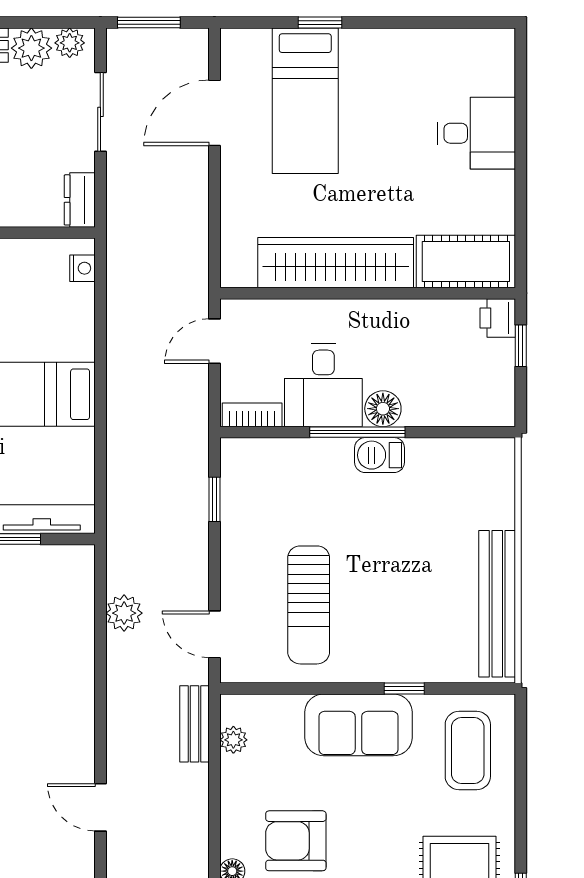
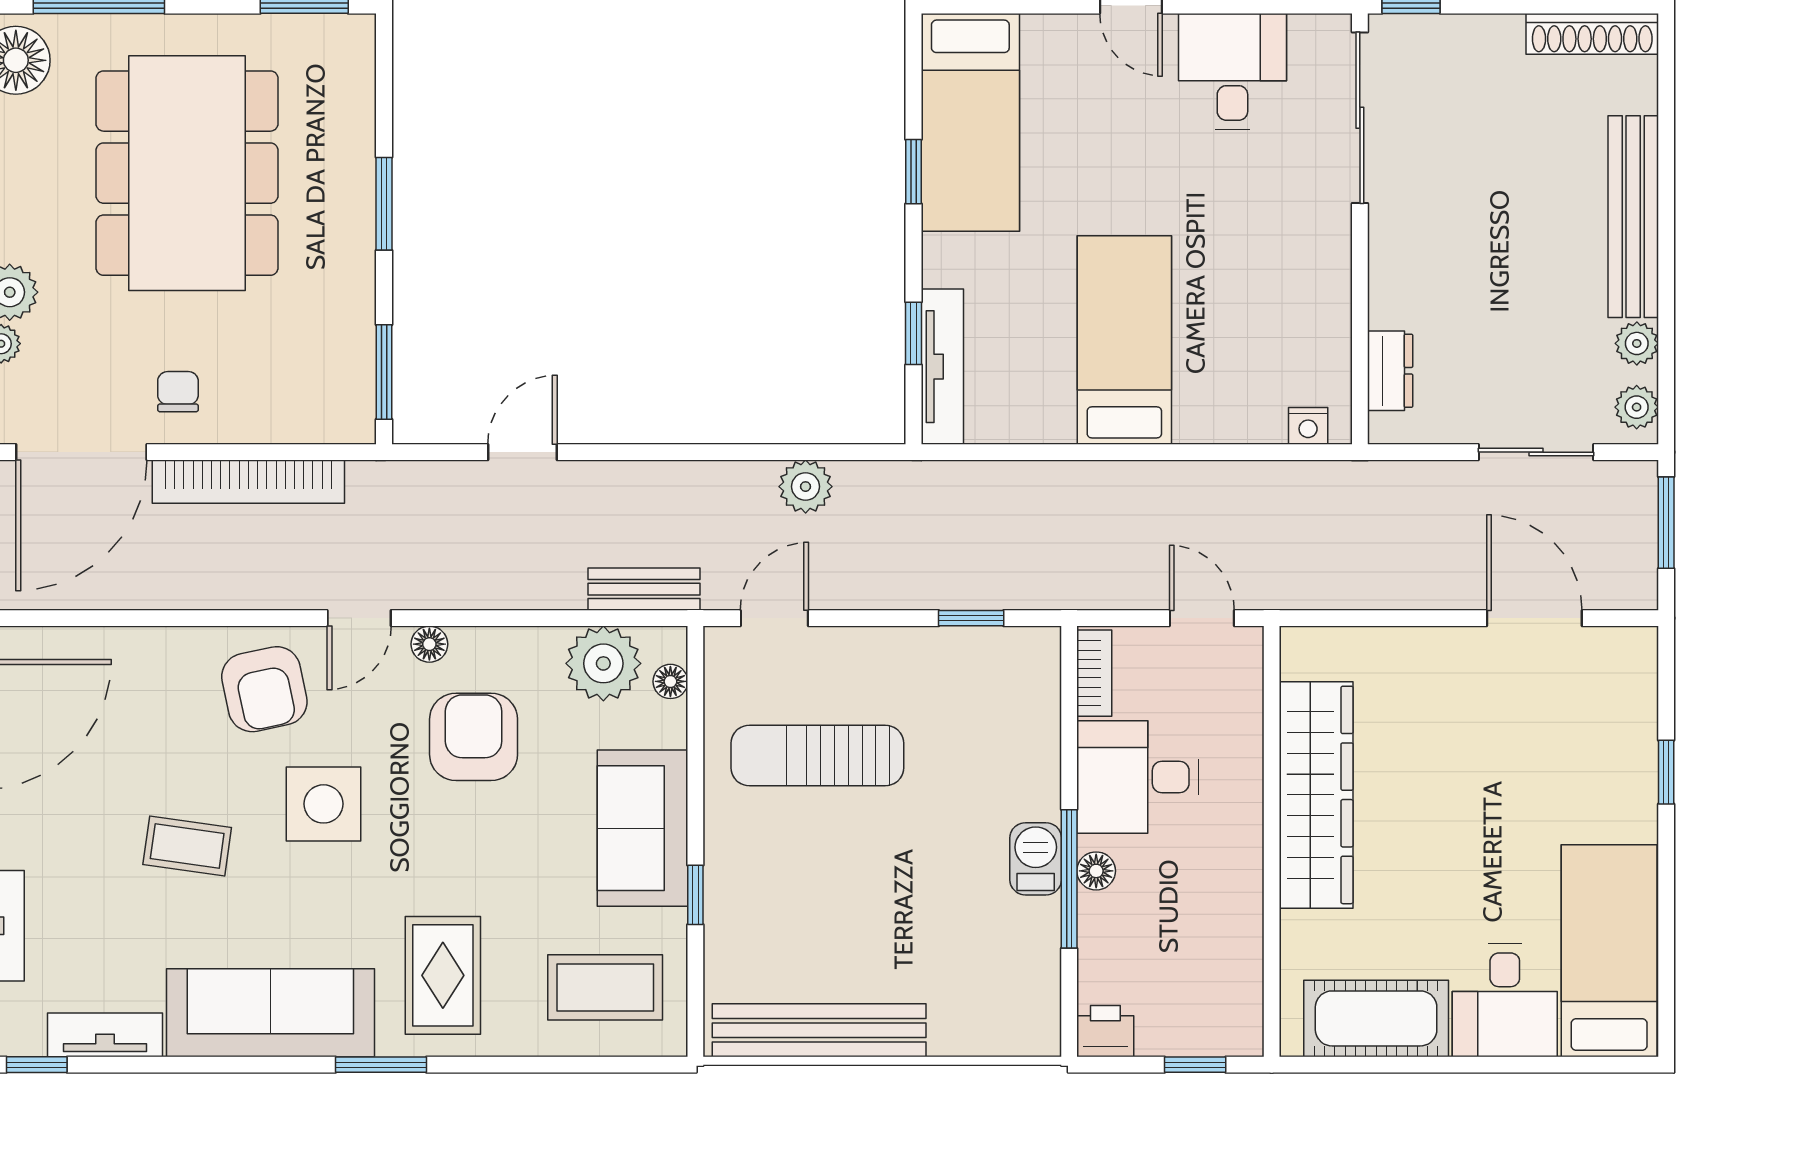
plant: (31, 48) -> (1637, 343), width x0.73, depth x0.73
bed: (305, 101) -> (1609, 951), moved, turned 90
dresser: (80, 200) -> (1390, 371), moved, turned 90
cot: (466, 261) -> (1376, 1018), moved, turned 90
printer: (498, 318) -> (1105, 1031), moved
floor lamp: (383, 409) -> (1096, 871), width x0.73, depth x0.73
window: (357, 432) -> (1069, 879), moved
floor lamp: (258, 706) -> (670, 681), added
plant: (233, 740) -> (603, 663), width x1.88, depth x1.88

